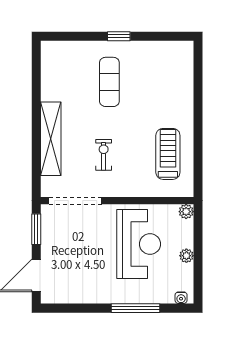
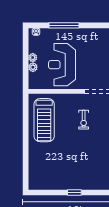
exercise mat: (109, 82) -> (80, 164), removed
treadmill: (168, 154) -> (44, 120), width x1.37, depth x1.38
plant: (186, 212) -> (33, 67), moved

